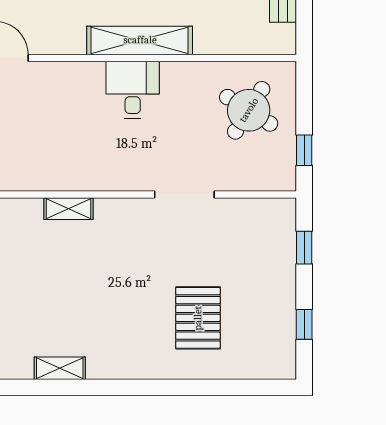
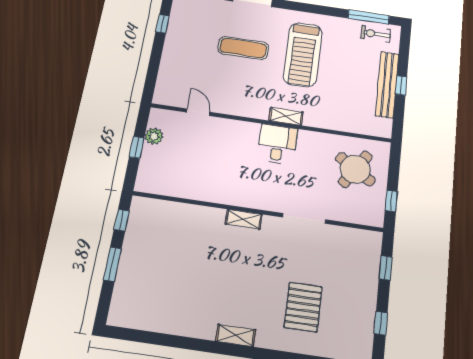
shelving: (140, 40) -> (286, 116), width x0.45, depth x0.75
shelving: (68, 209) -> (244, 219), moved
shelving: (60, 368) -> (236, 335), moved

